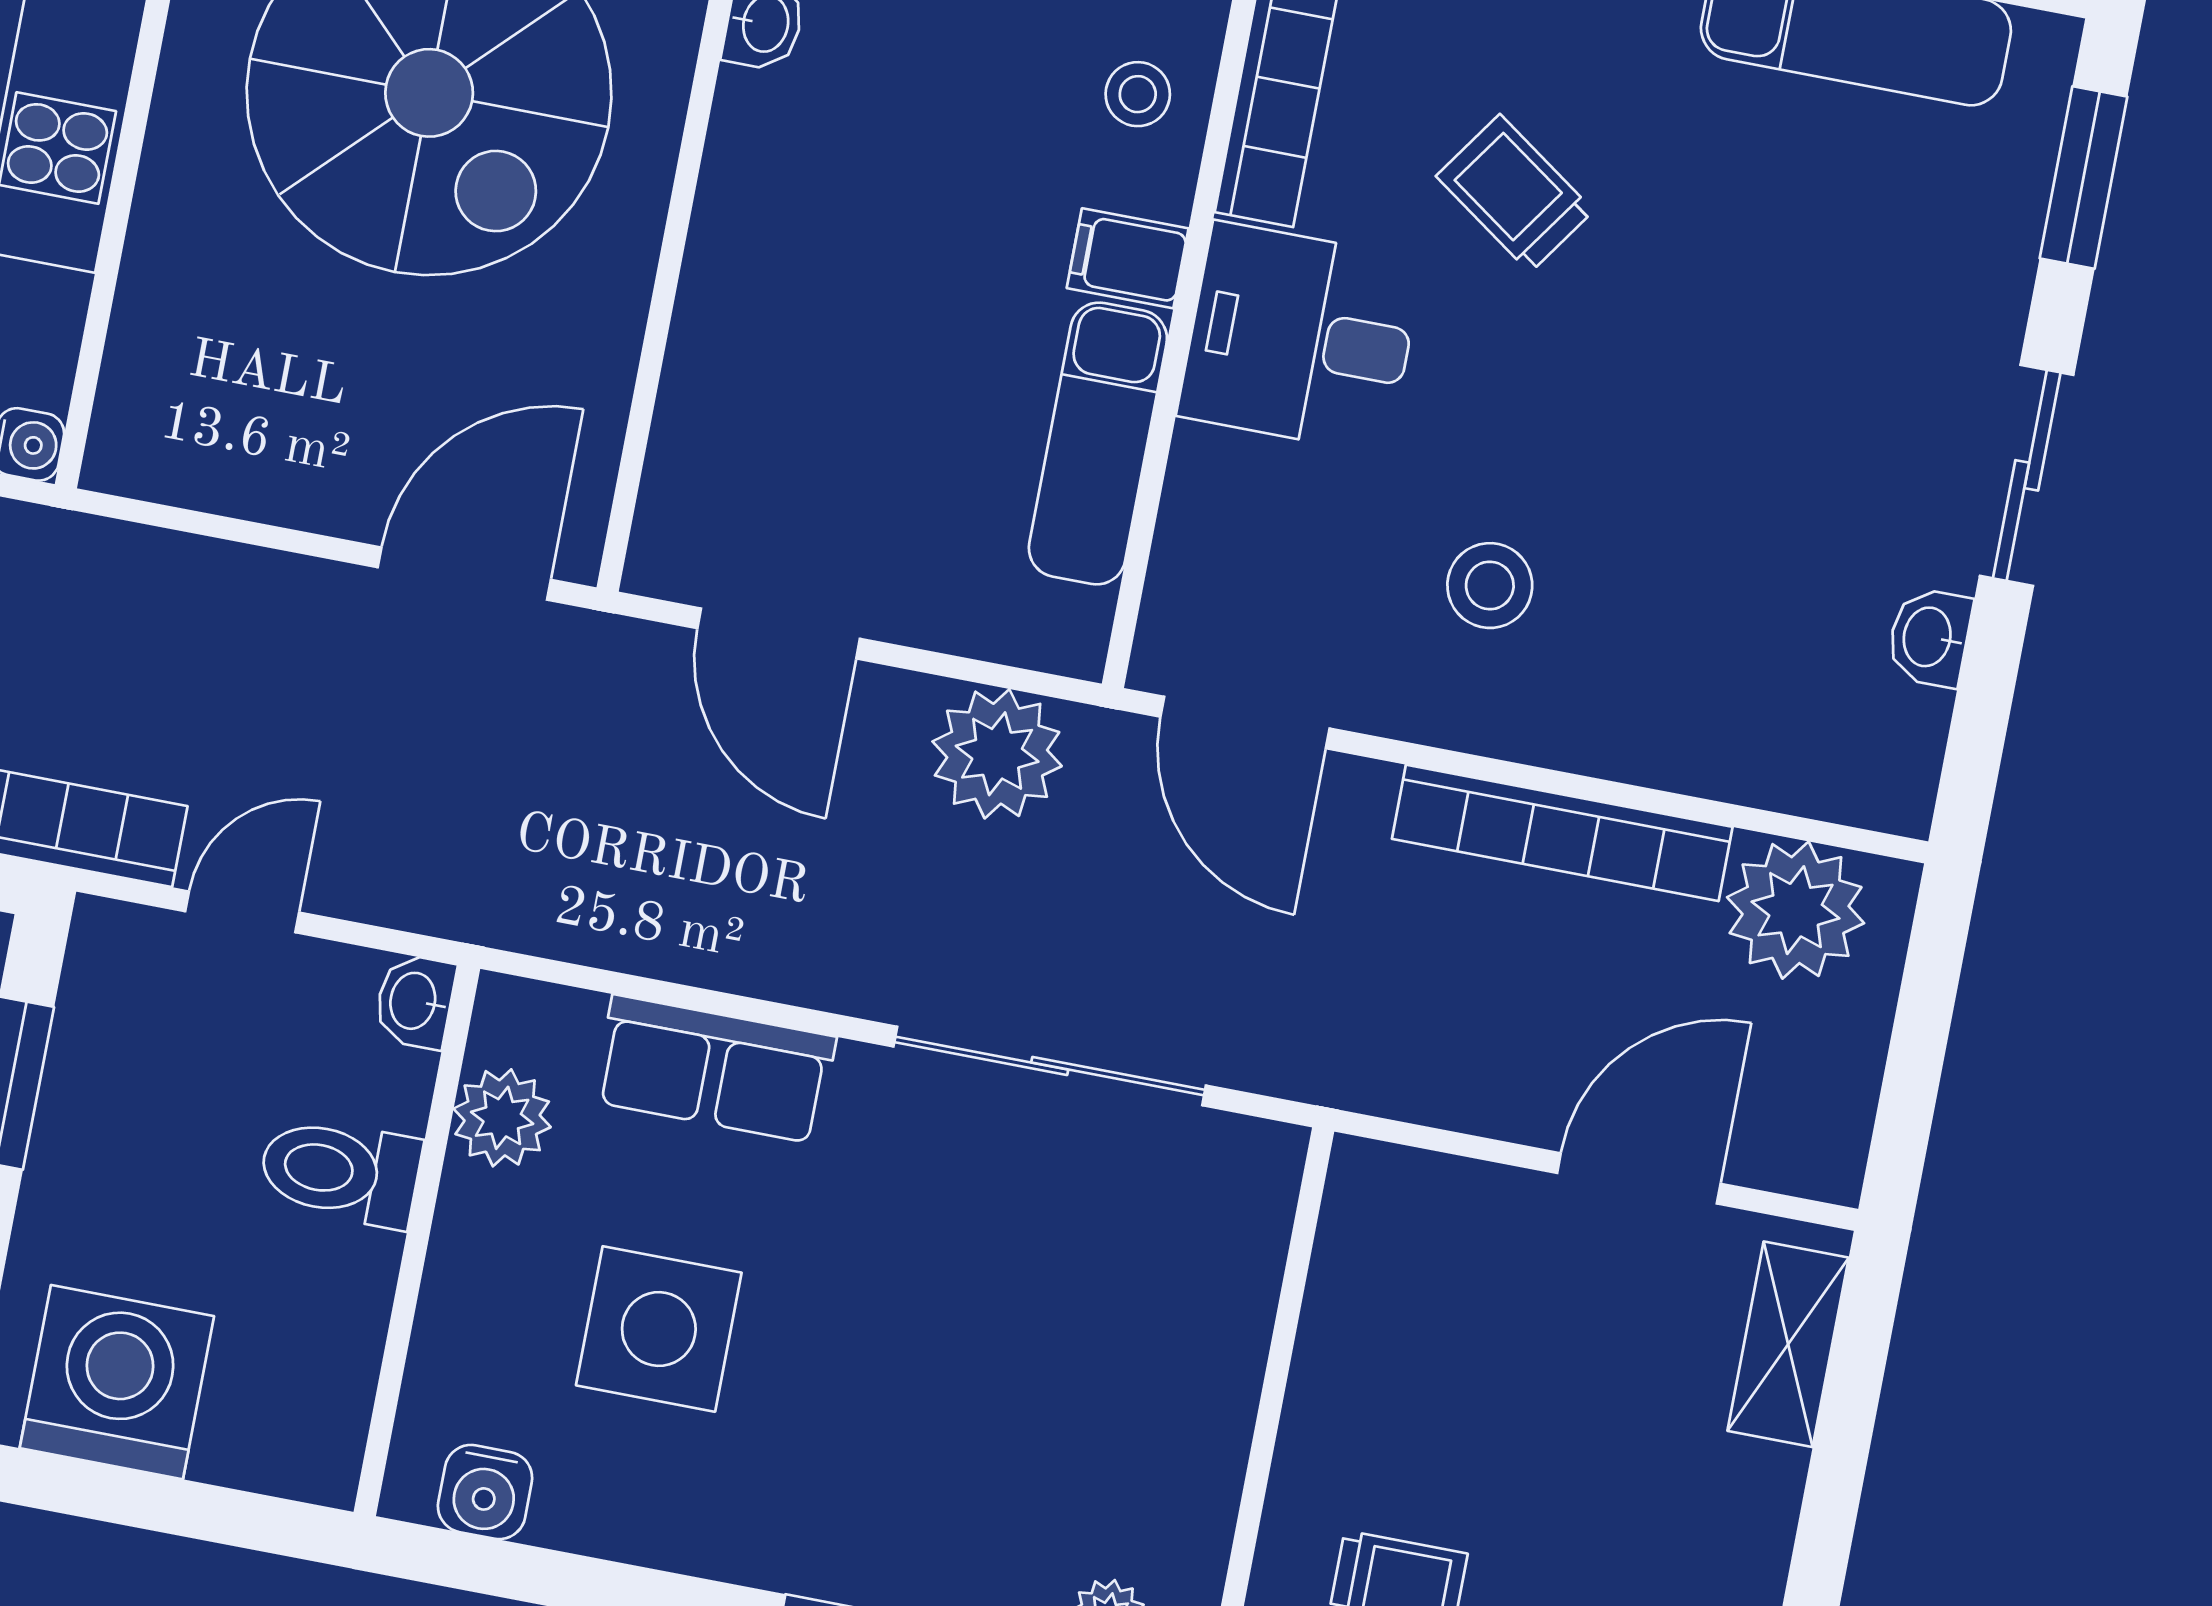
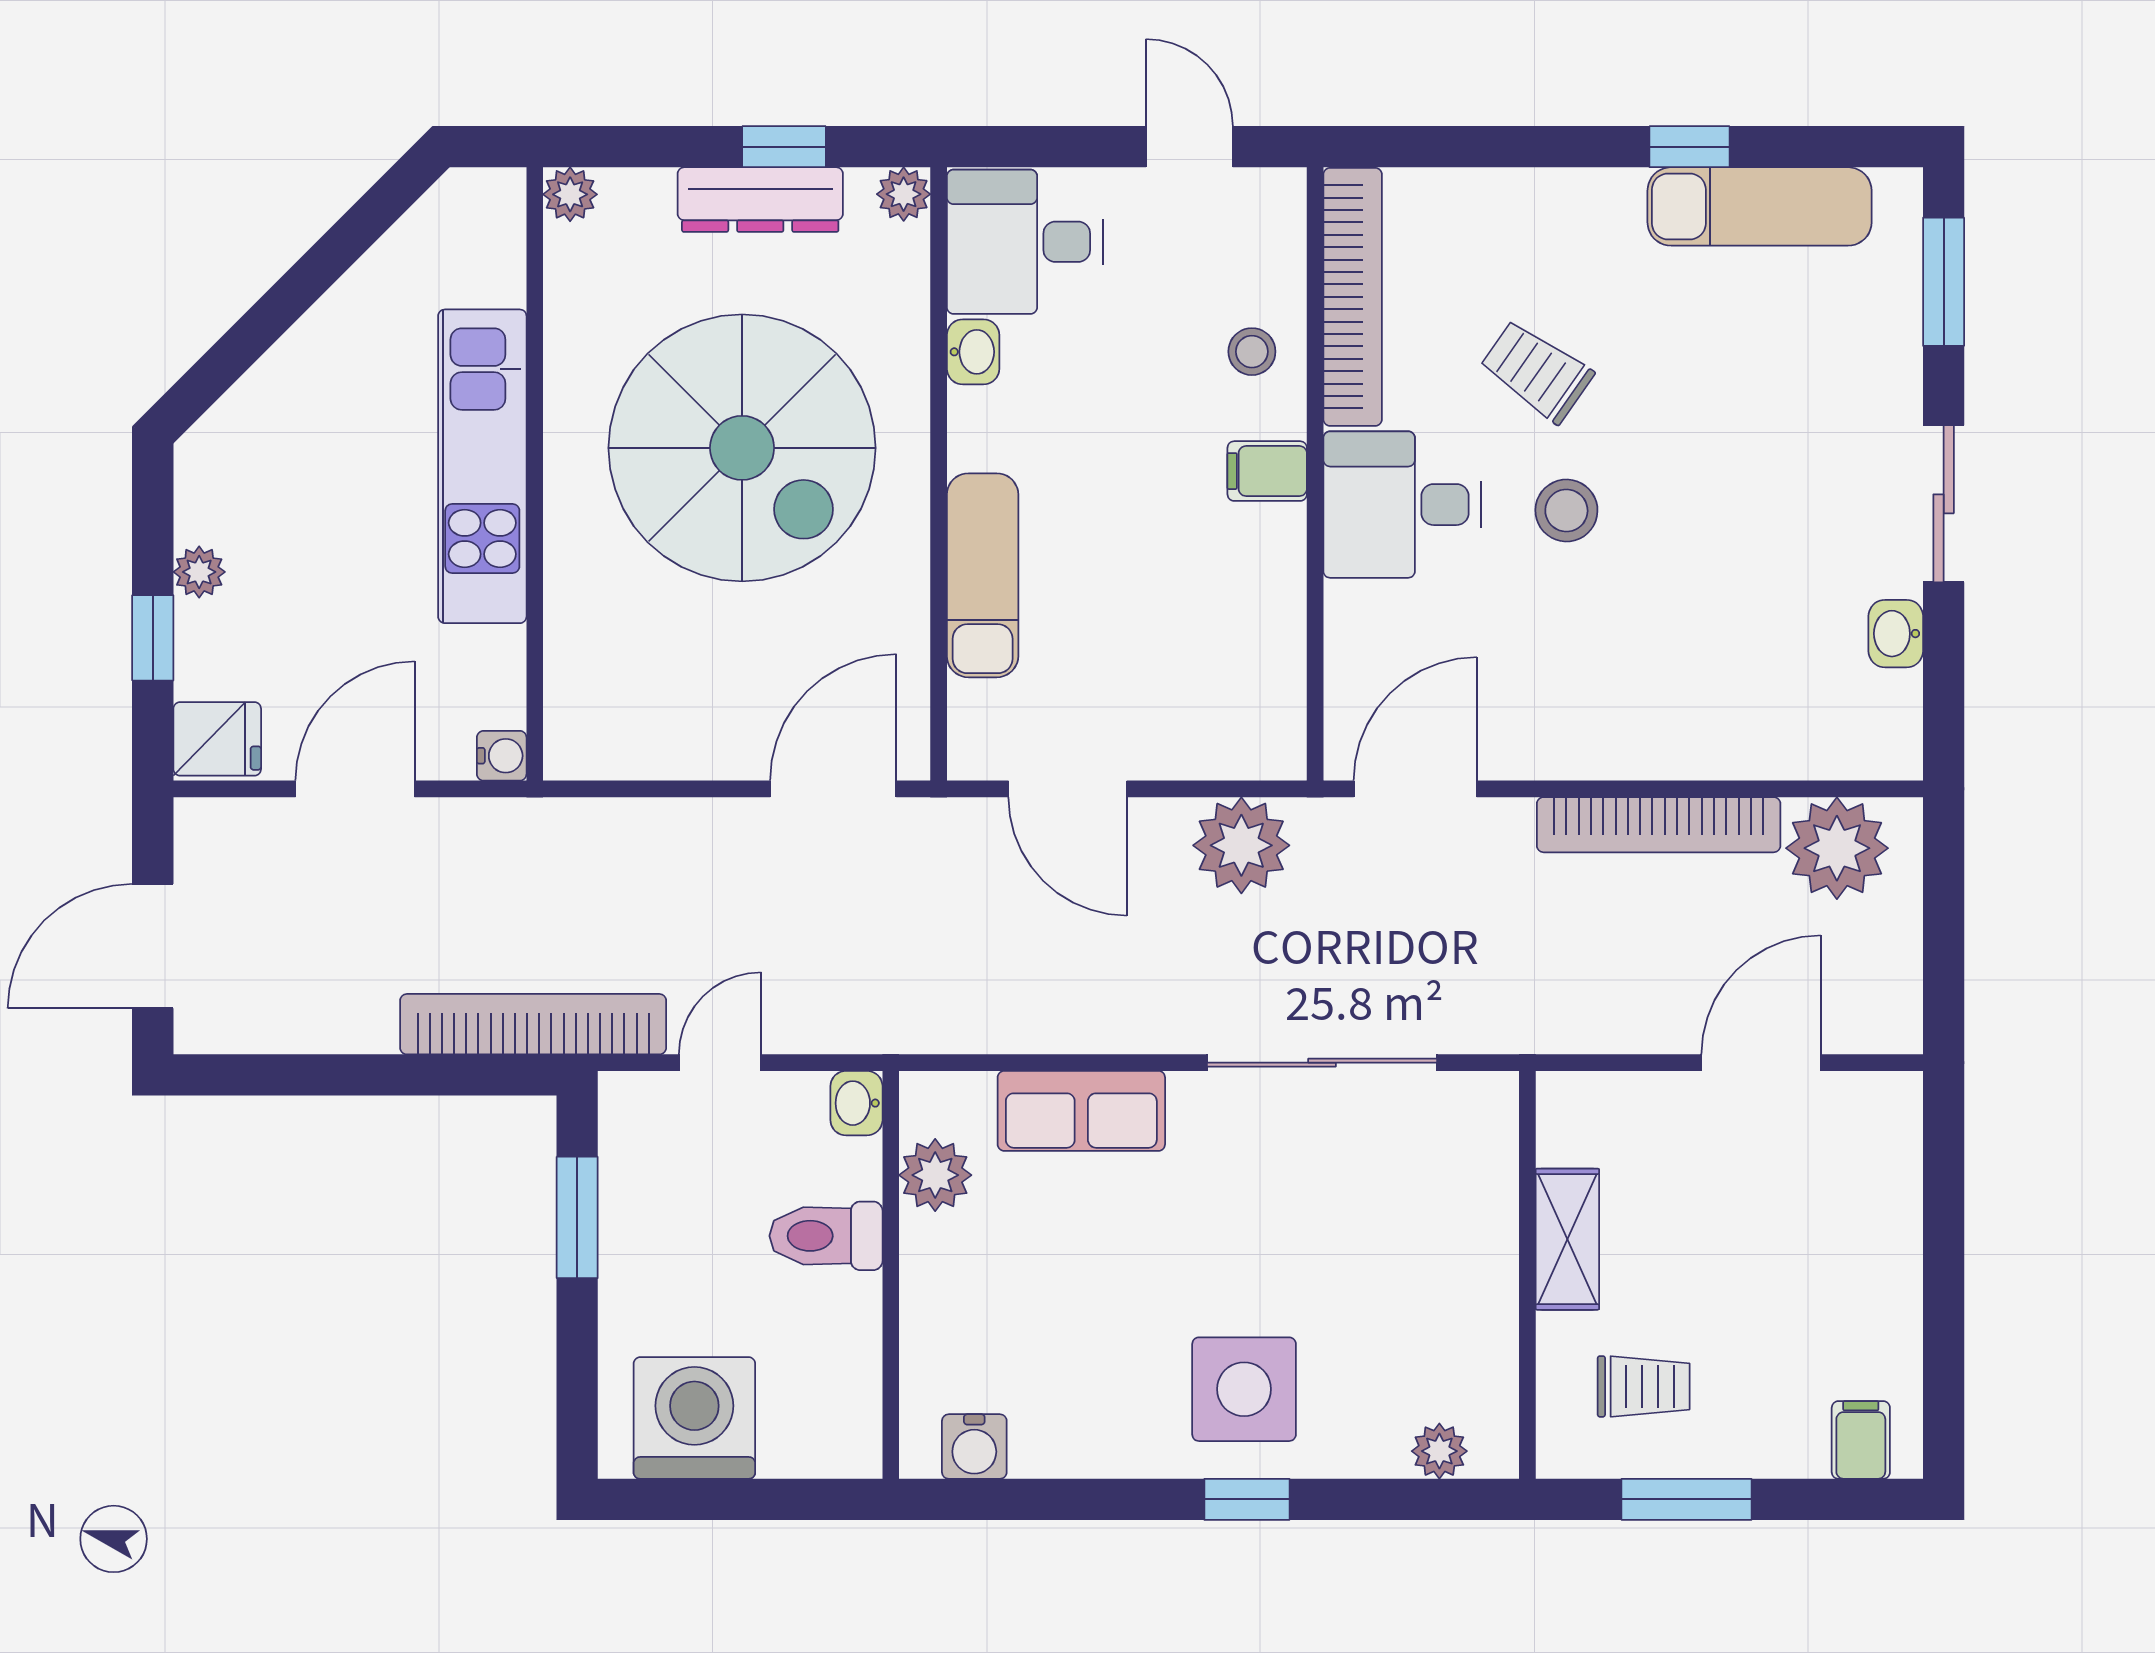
exam couch: (1098, 443) -> (983, 575), moved, turned 180
stool: (1490, 586) -> (1566, 511), moved
door: (1245, 723) -> (1415, 789), swing flipped
side table: (659, 1329) -> (1244, 1389), moved
shelving: (1788, 1344) -> (1567, 1239), moved

